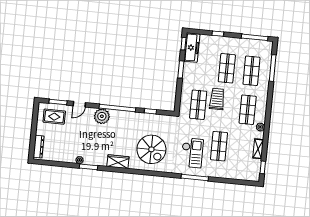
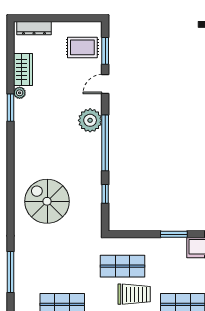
door: (79, 104) -> (105, 84), hinge flipped
rug: (54, 117) -> (82, 47), turned 90
spiral stairs: (151, 149) -> (47, 201), turned 90
checkout: (192, 153) -> (48, 264), removed
wardrobe: (118, 162) -> (23, 69), moved

